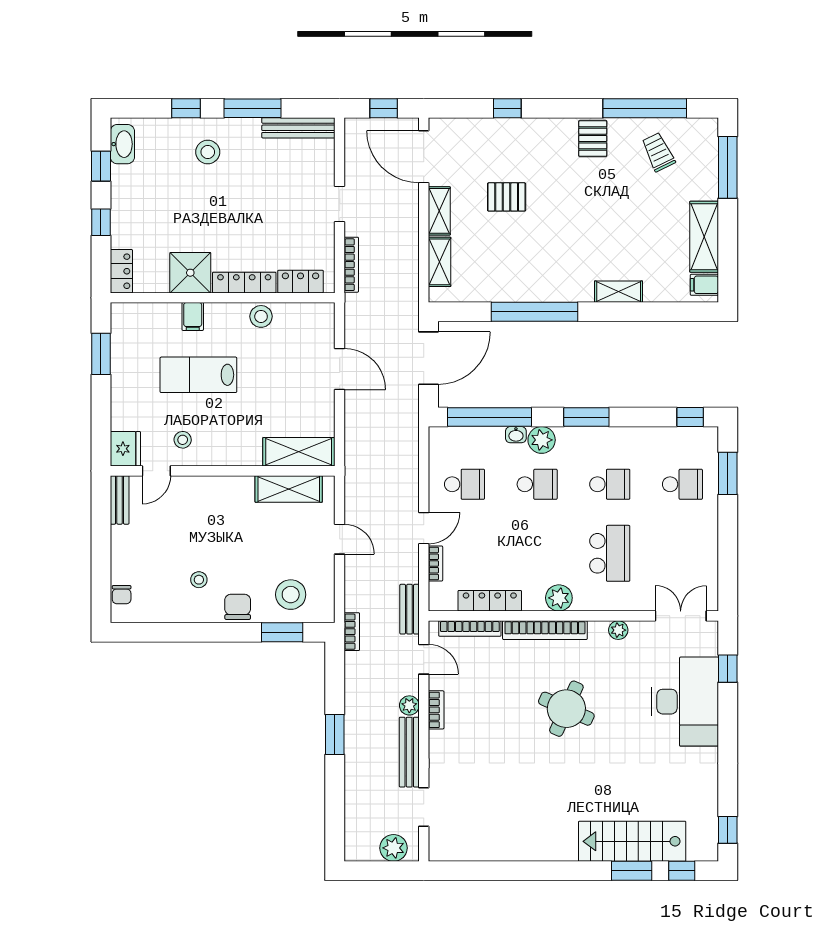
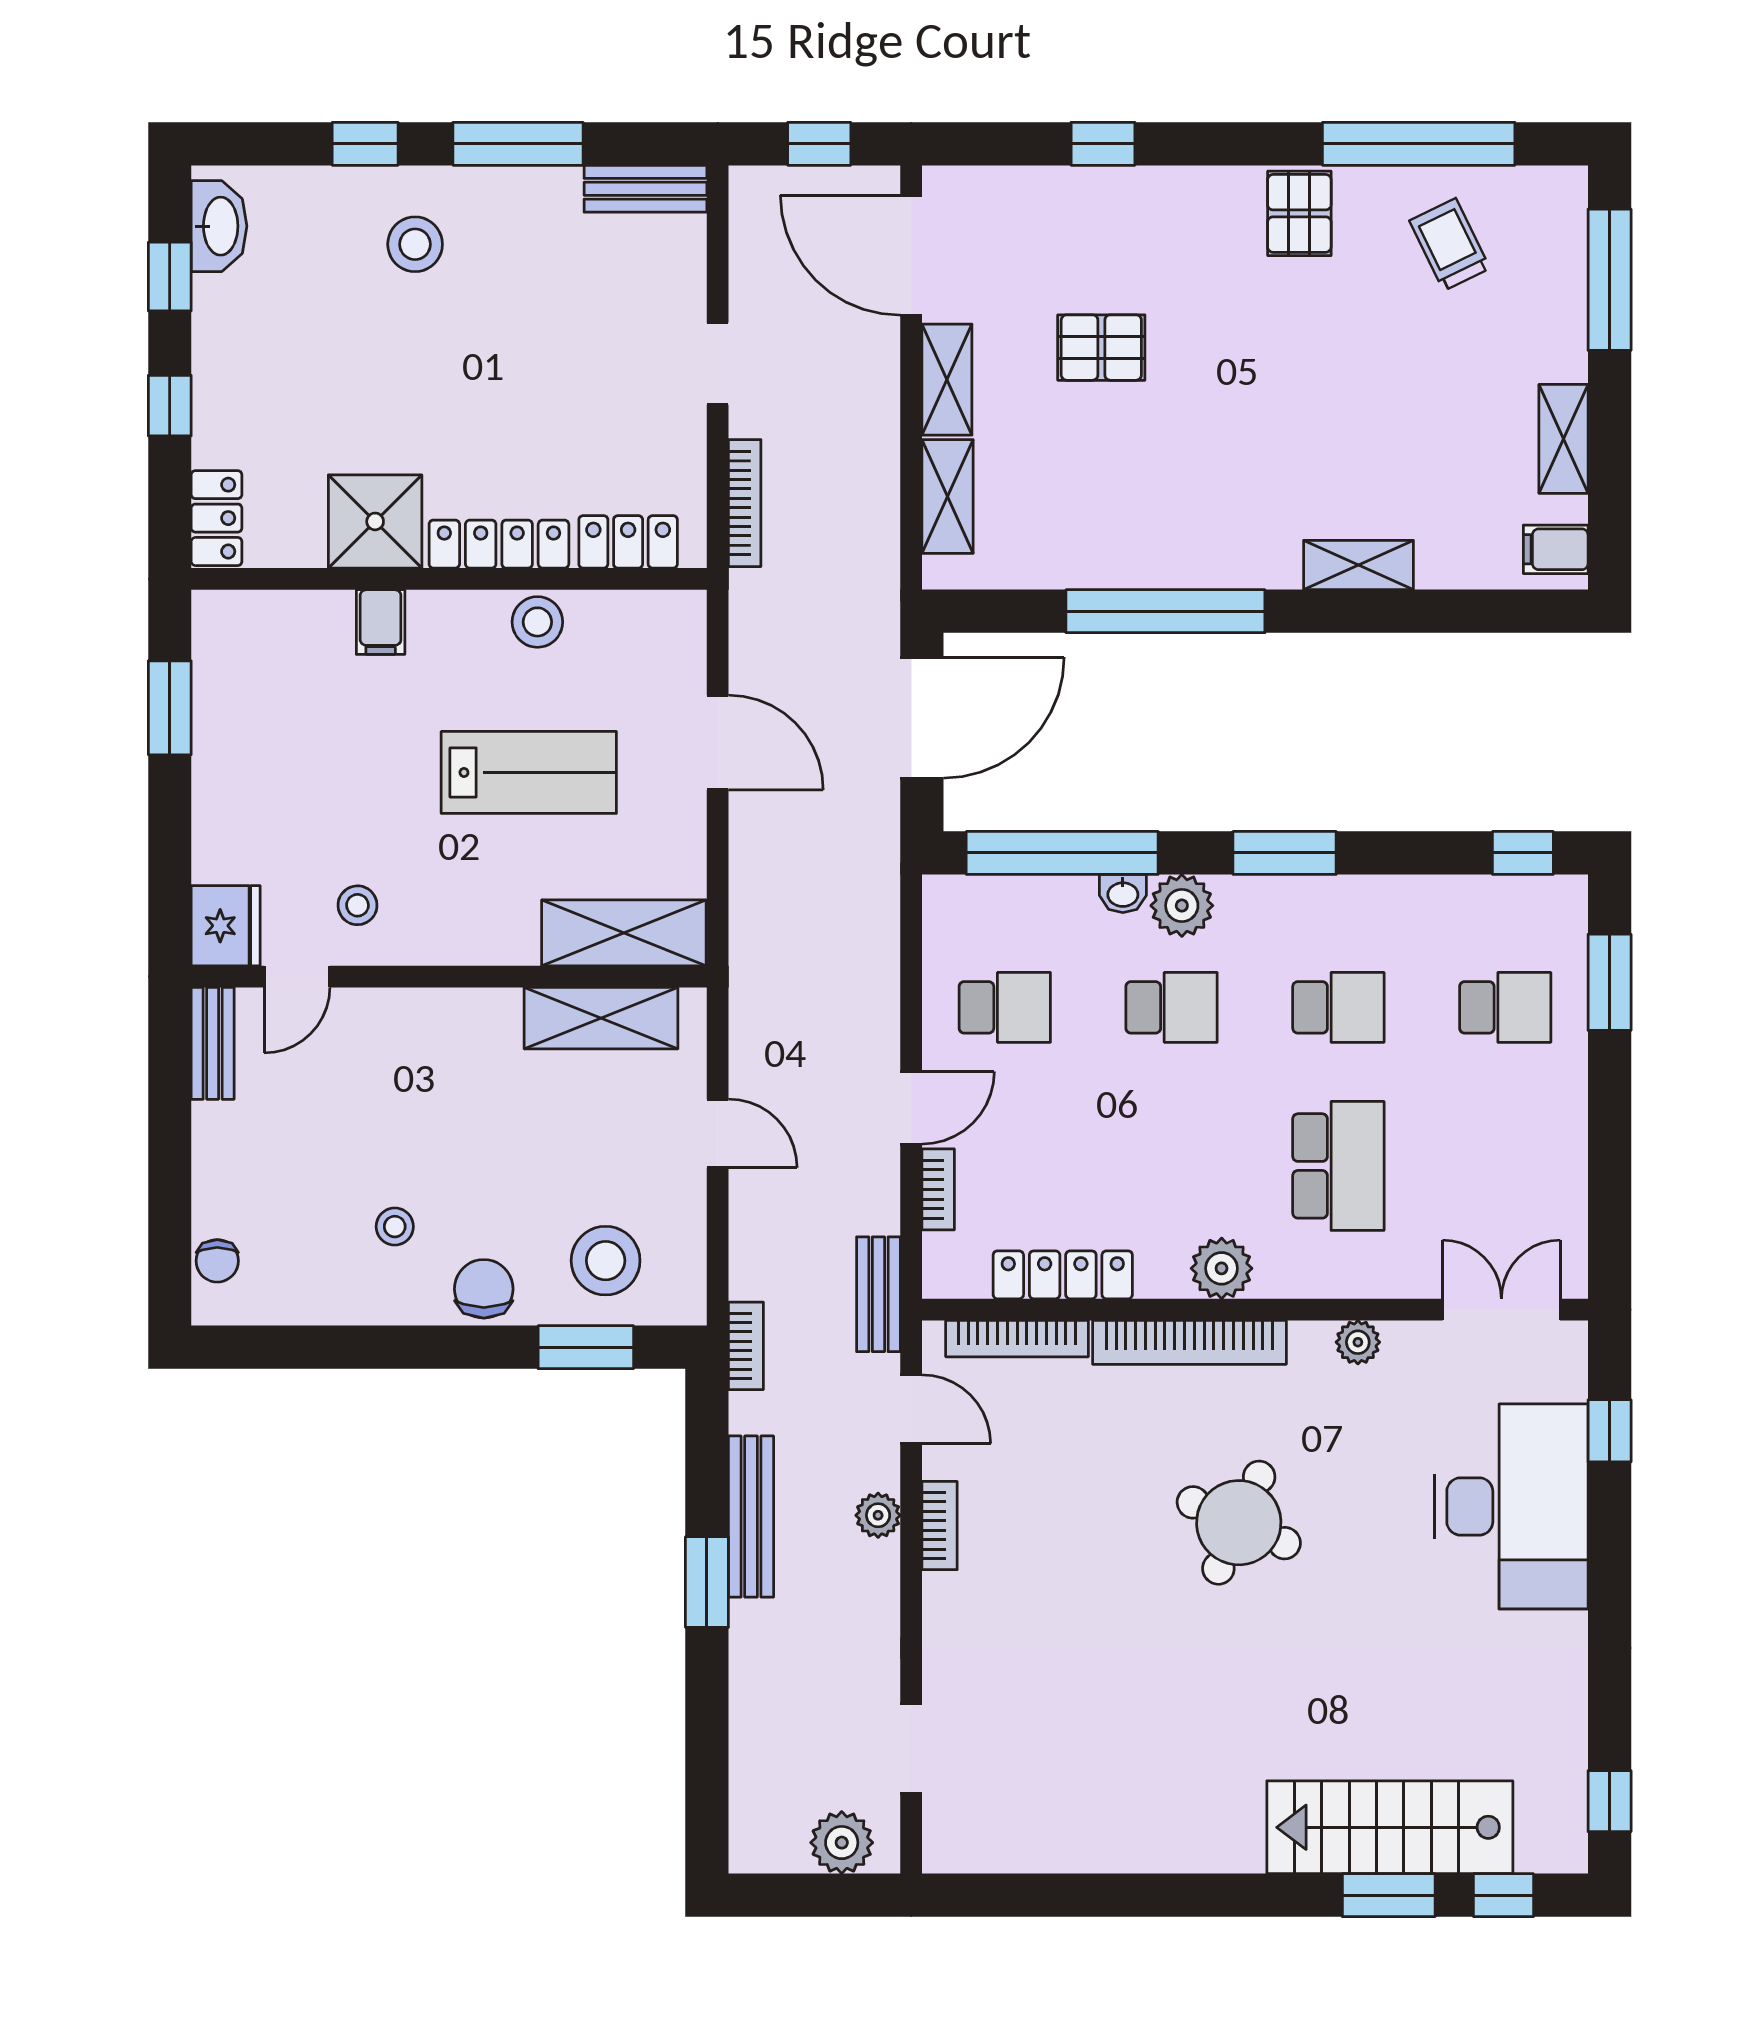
bench: (298, 128) -> (646, 189), width x0.73
shelving: (704, 237) -> (1563, 439), width x0.67, depth x0.75
lab bench: (198, 375) -> (529, 772), moved, turned 180
bench: (409, 752) -> (751, 1517), moved

